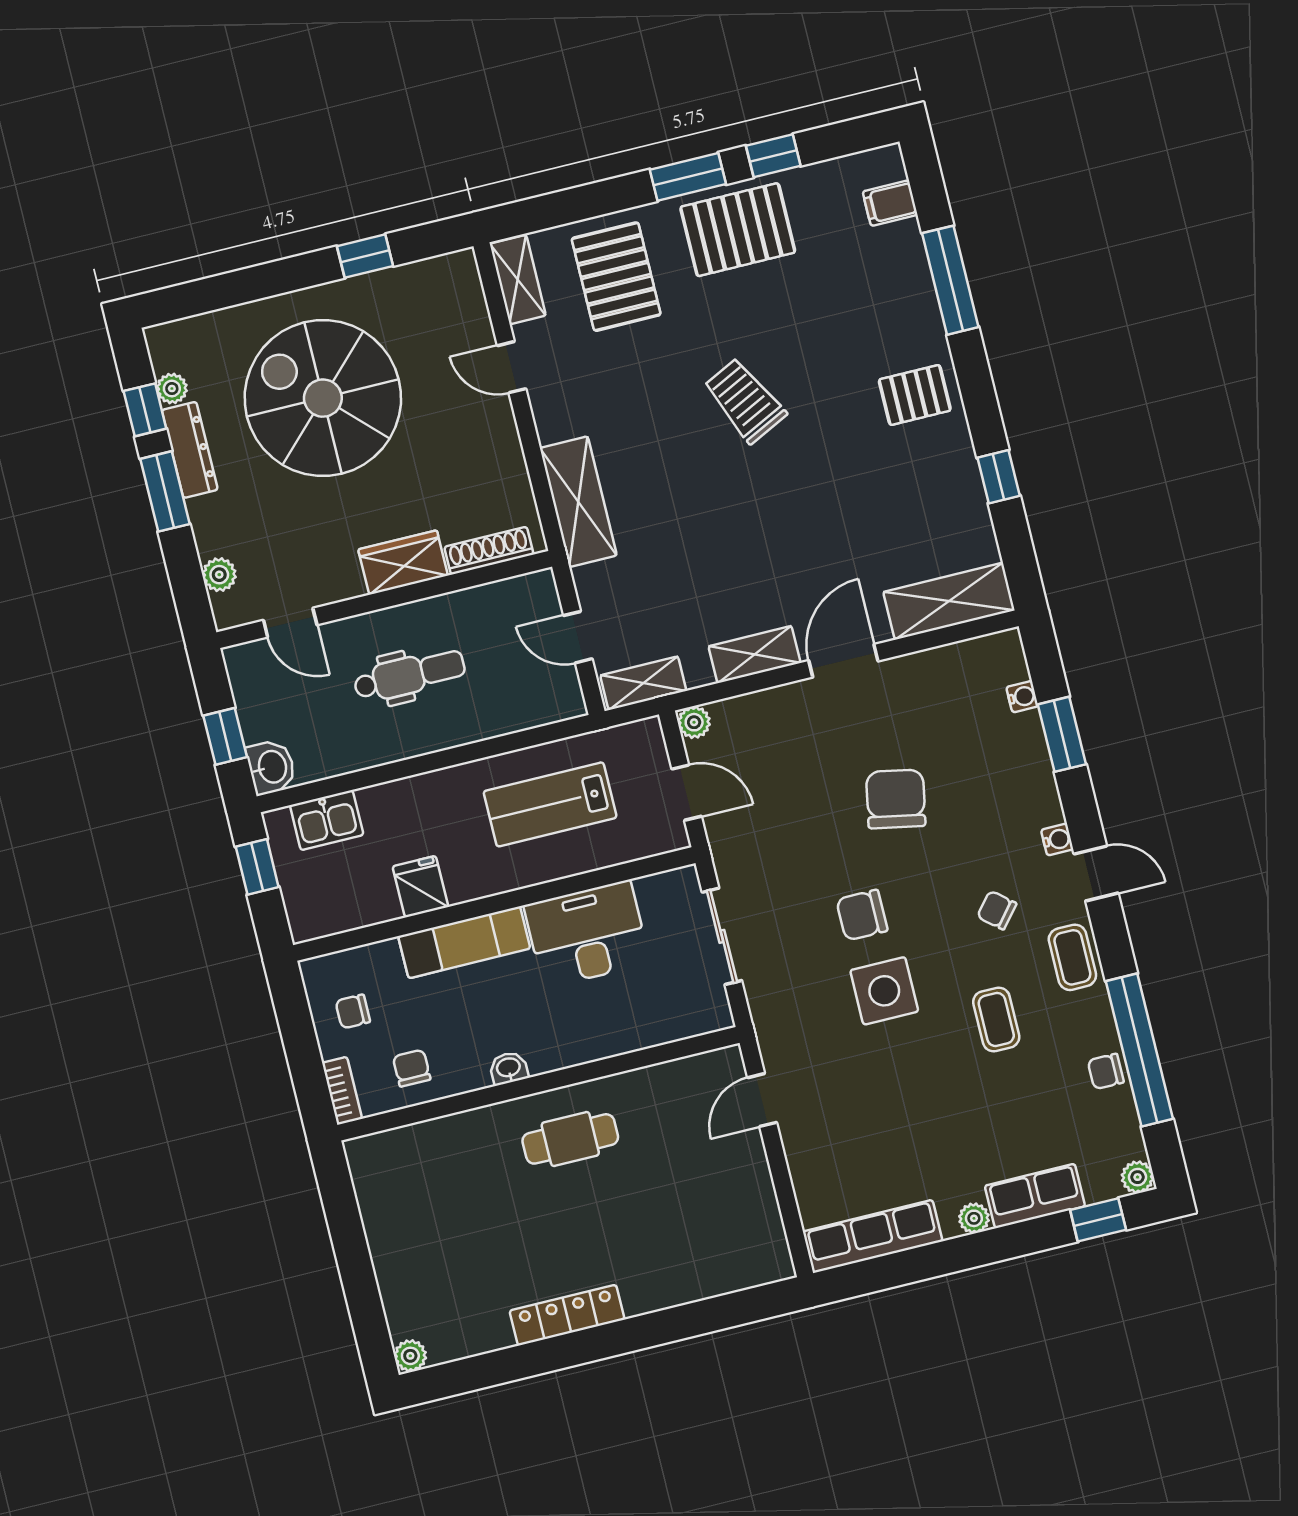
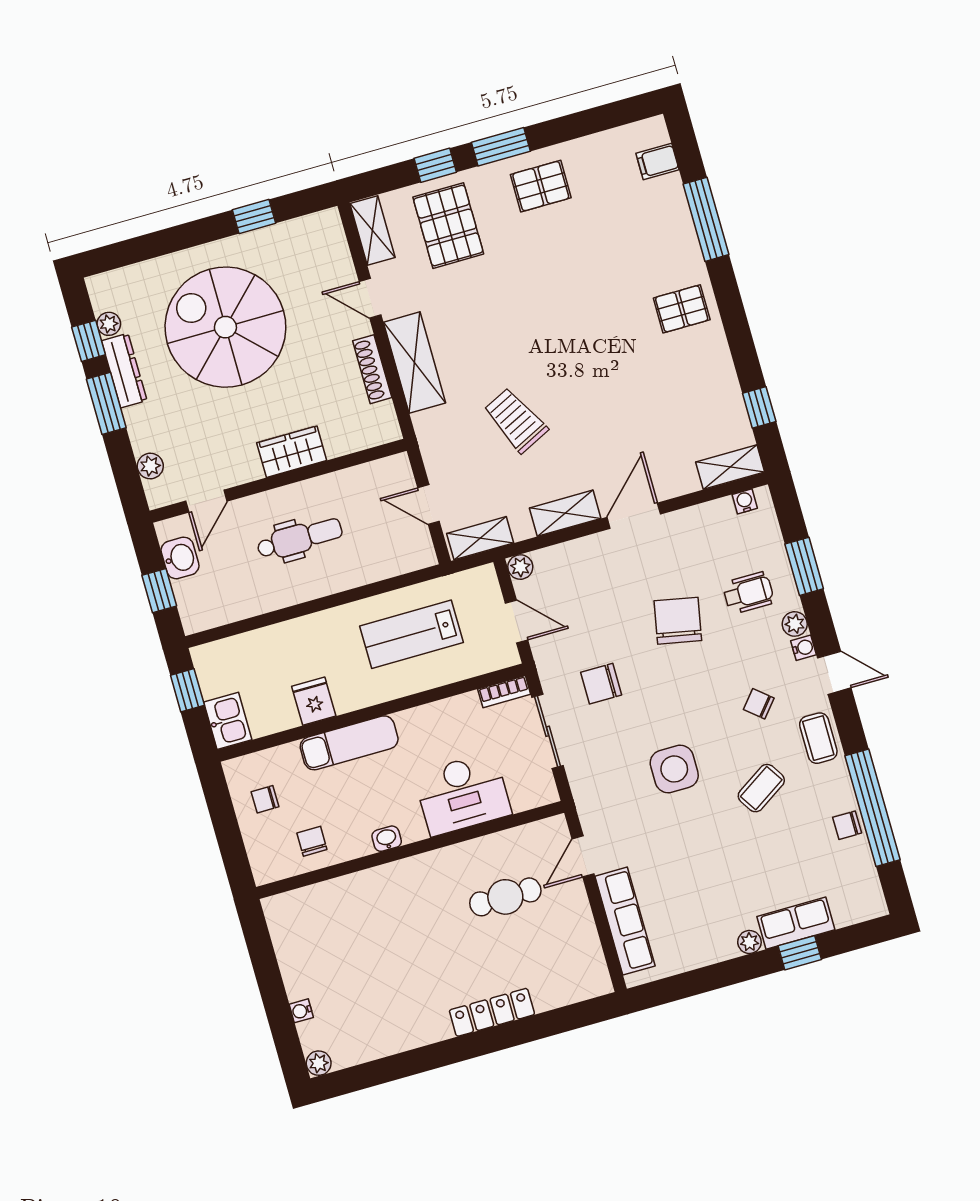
window: (773, 156) -> (435, 165), moved
pallet: (738, 230) -> (541, 186), width x0.67, depth x0.71
trolley: (745, 401) -> (516, 420), moved
window: (999, 477) -> (759, 407), moved
shelving: (578, 502) -> (415, 363), moved
shoe rack: (489, 551) -> (372, 369), moved, turned -90
shelving: (949, 601) -> (730, 467), width x0.67, depth x0.75
door: (290, 623) -> (206, 501), hinge flipped
water cooler: (1022, 697) -> (745, 501), moved, turned -90
wheelchair: (988, 766) -> (748, 593), added
washbasin: (271, 767) -> (180, 558), moved
kitchen sink: (327, 820) -> (228, 721), moved, turned -90
chair: (862, 915) -> (601, 684), moved
desk: (587, 934) -> (463, 794), moved, turned 180
coffee table: (996, 1019) -> (761, 788), turned 57
bookcase: (342, 1091) -> (504, 692), moved, turned 90
cafe table: (570, 1139) -> (505, 897), moved
plant: (1138, 1177) -> (795, 624), moved
window: (1098, 1220) -> (800, 953), moved
row of seats: (873, 1236) -> (625, 921), moved, turned 90
water cooler: (390, 1287) -> (301, 1011), added
locker: (567, 1315) -> (492, 1012), moved

